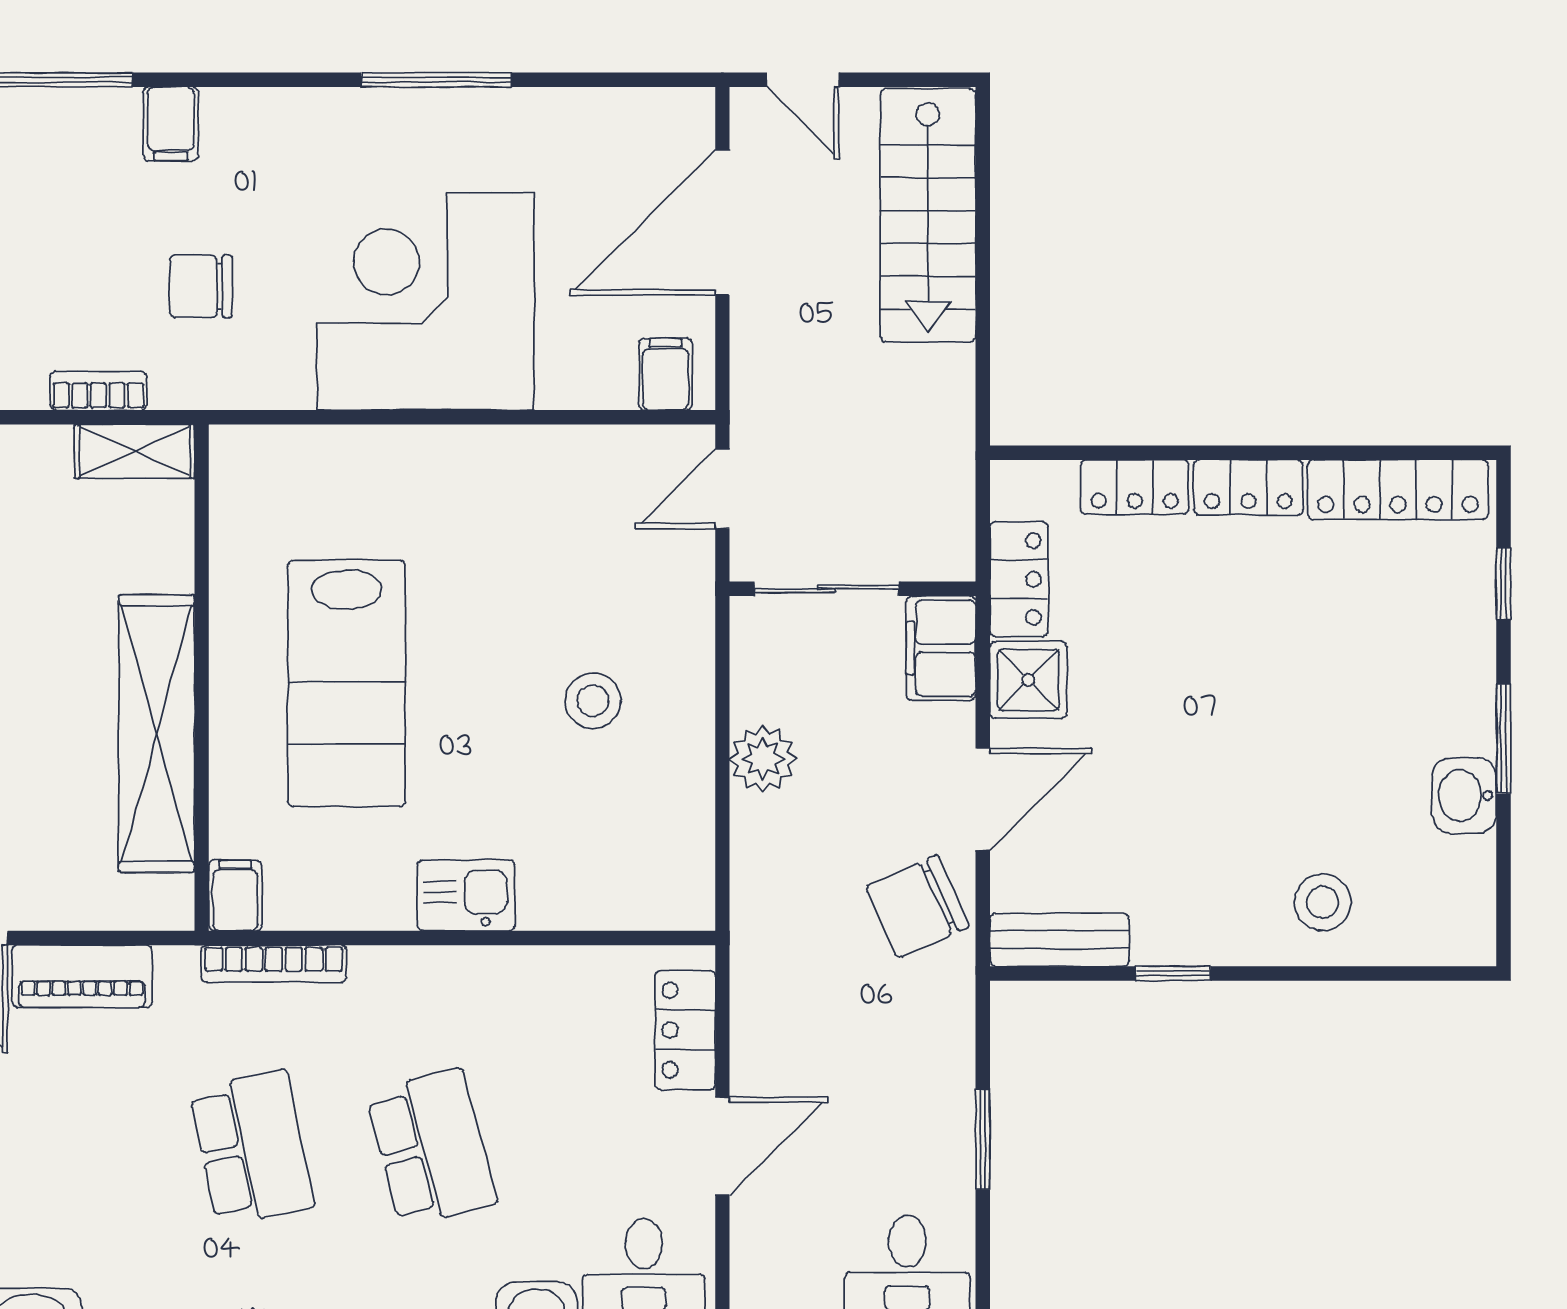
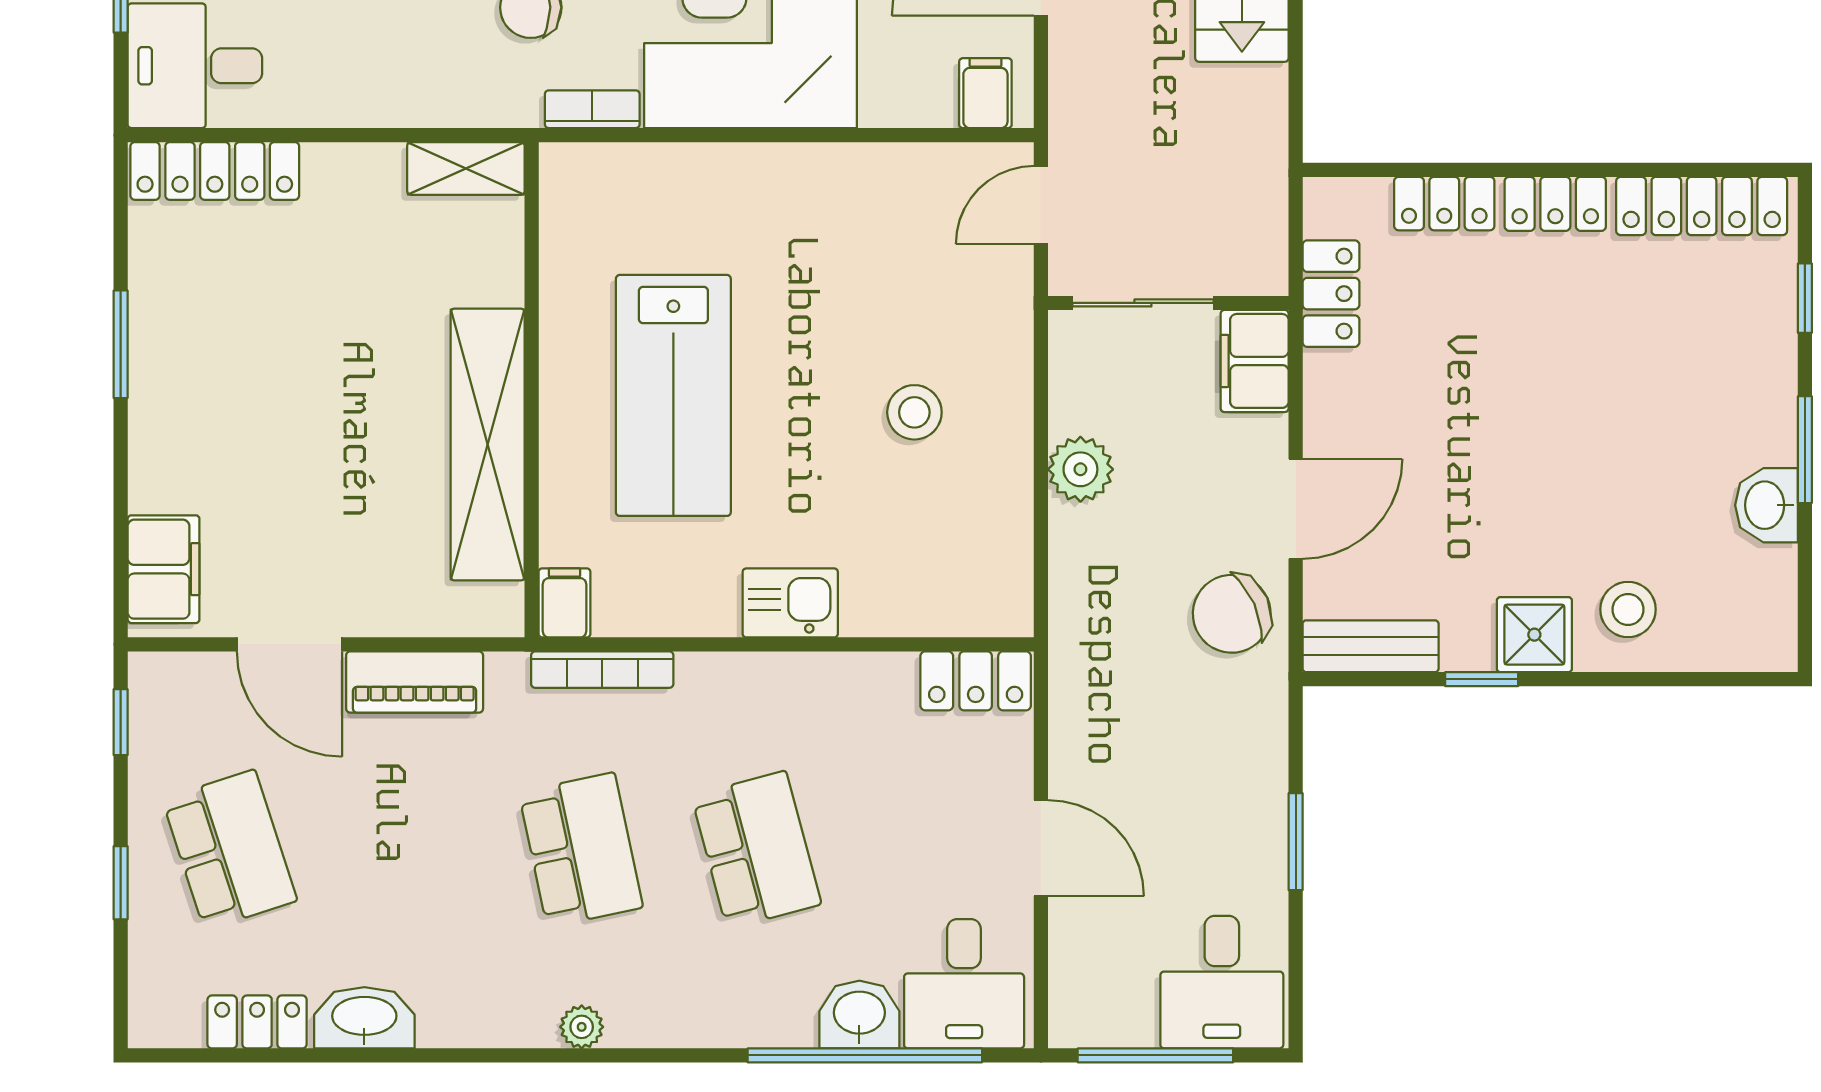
bookcase: (98, 391) -> (592, 109), moved
shower: (1028, 680) -> (1534, 635), moved
locker: (685, 1030) -> (976, 681), moved, turned -90
door: (722, 1146) -> (1041, 848), hinge flipped

